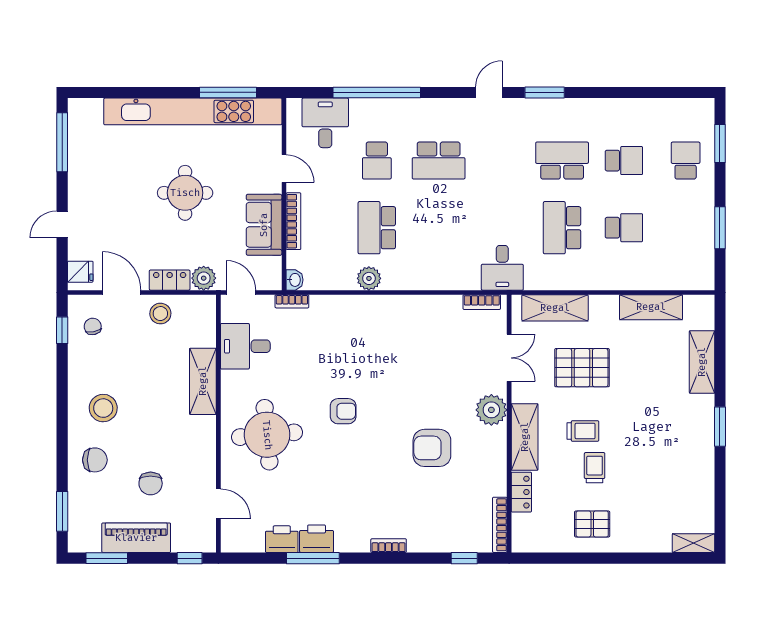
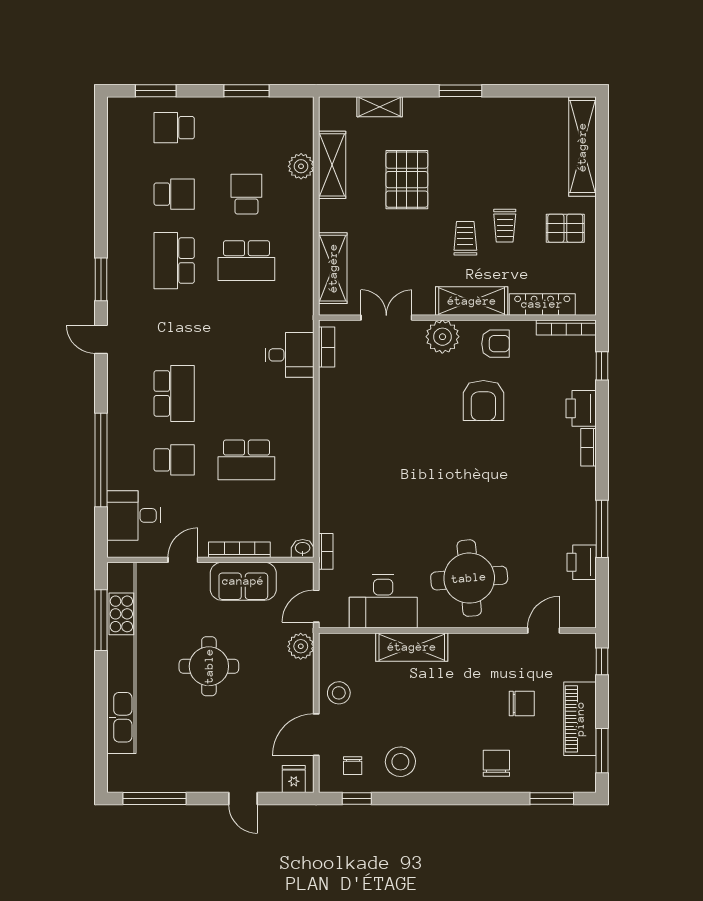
school desk: (624, 161) -> (174, 194), turned 90
desk: (502, 268) -> (290, 355), moved
plant: (369, 278) -> (301, 166), moved
locker: (170, 280) -> (303, 683), removed
chair: (93, 326) -> (353, 766), turned -79
desk: (245, 346) -> (383, 601), width x1.37
shelving: (702, 362) -> (380, 107), width x0.67, depth x0.75
pallet: (582, 368) -> (407, 180), moved
stool: (103, 408) -> (400, 762), moved
armchair: (343, 411) -> (495, 344), moved, turned 90
trolley: (595, 468) -> (505, 226), turned -90
locker: (521, 492) -> (542, 304), width x1.53
pallet: (592, 524) -> (565, 228), turned 90
printer: (317, 539) -> (581, 408), moved
shelving: (693, 543) -> (582, 147), width x2.20, depth x1.33

